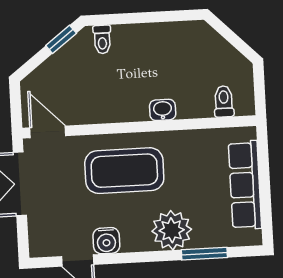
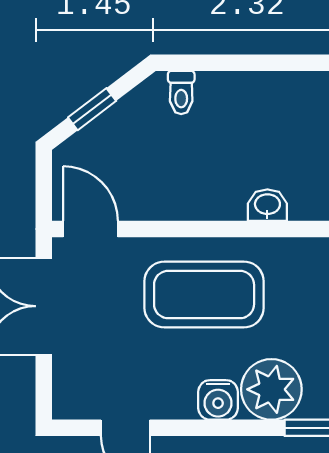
window: (61, 39) -> (92, 109), moved
water cooler: (106, 241) -> (218, 400), moved

